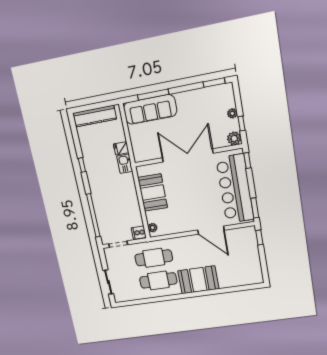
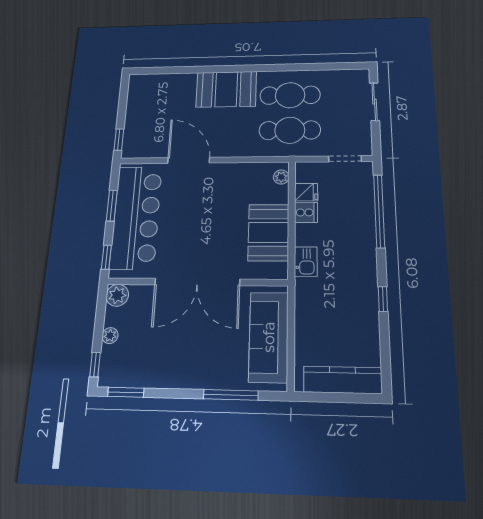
sofa: (150, 109) -> (269, 337), moved, turned -90
window: (242, 124) -> (95, 365), moved
fridge: (121, 148) -> (306, 192), moved
kitchen sink: (125, 164) -> (306, 262), moved
window: (255, 208) -> (112, 206), moved
cooker: (139, 233) -> (306, 212), moved

